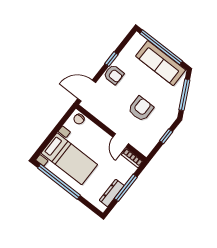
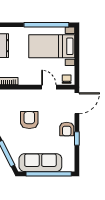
armchair: (114, 75) -> (67, 129), turned -90
armchair: (141, 109) -> (29, 120), turned 180
door: (121, 140) -> (49, 87), moved

